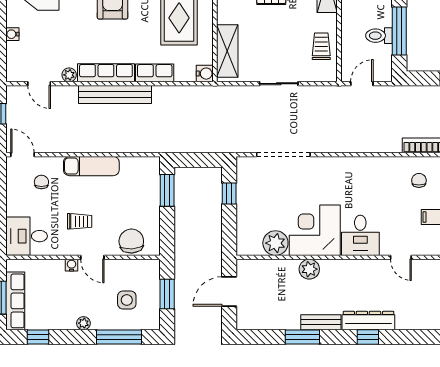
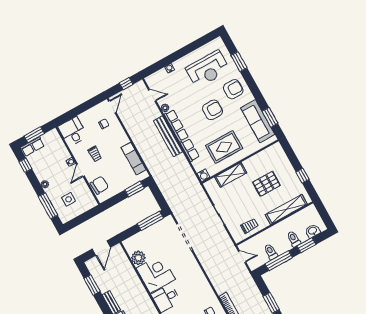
shelving: (227, 51) -> (231, 175), moved
door: (39, 84) -> (152, 95), swing flipped
exam couch: (91, 166) -> (134, 159), moved
window: (229, 193) -> (150, 221), width x2.17
plant: (309, 269) -> (135, 282), removed
door: (229, 291) -> (101, 248), swing flipped
window: (167, 294) -> (83, 218), removed
row of seats: (15, 301) -> (32, 147), width x0.68
window: (302, 337) -> (92, 285), moved

